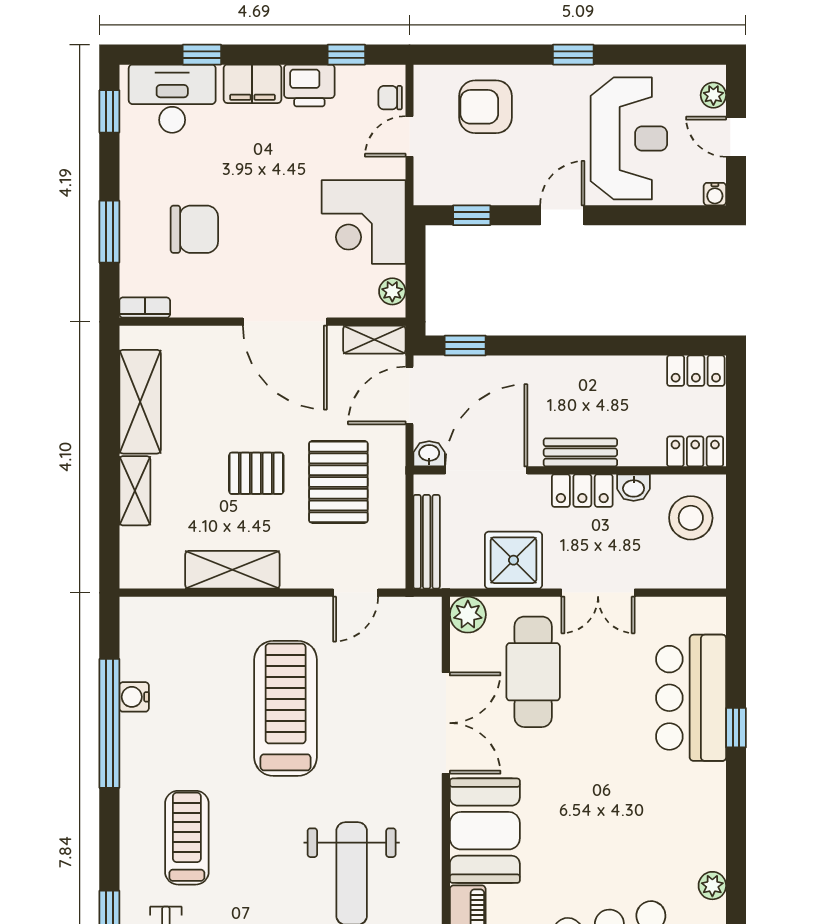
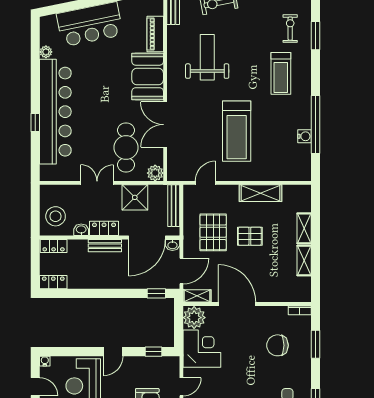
plant: (392, 291) -> (194, 318), width x1.87, depth x1.87
shelving: (140, 402) -> (304, 261), width x0.67, depth x0.75
bar counter: (691, 698) -> (55, 112), width x1.86

